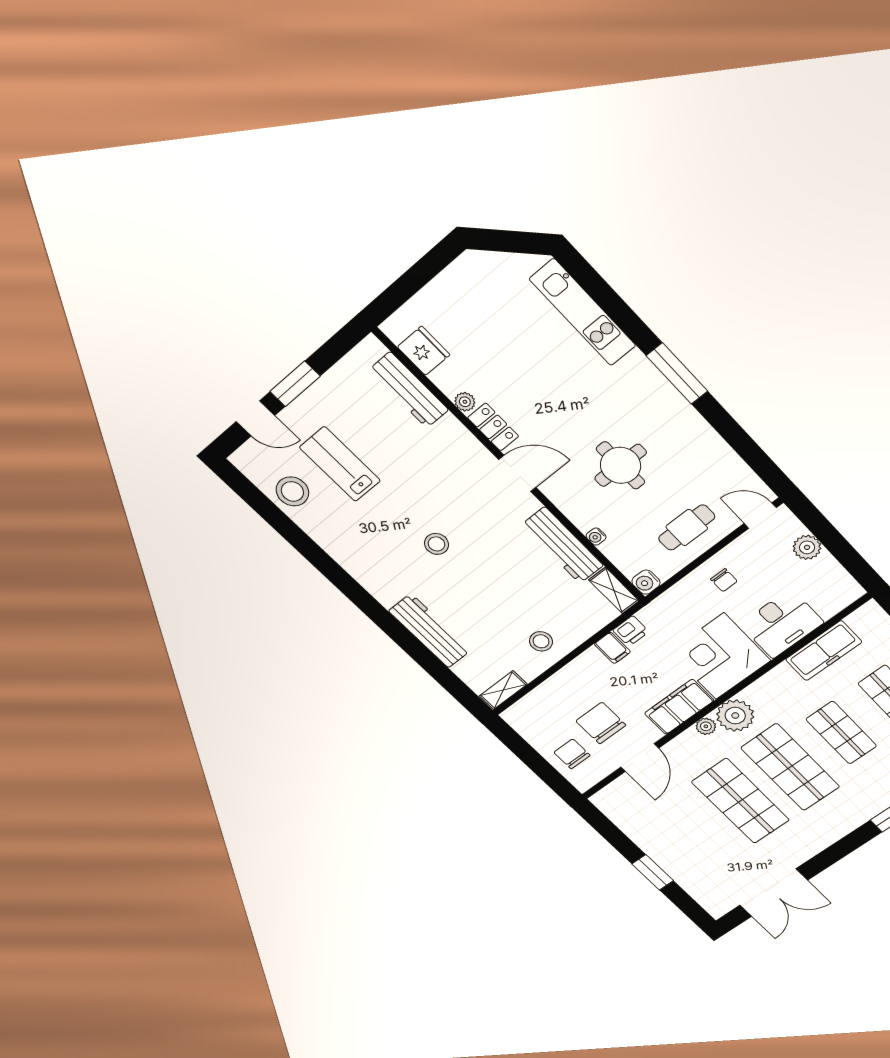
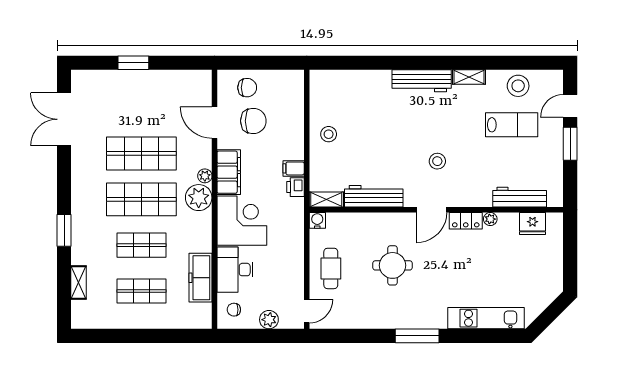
water cooler: (596, 537) -> (364, 218), removed
stool: (437, 544) -> (437, 161), moved
chair: (724, 580) -> (234, 310), moved
workbench: (430, 631) -> (422, 81), moved
shelving: (503, 690) -> (469, 77), moved, turned 90

